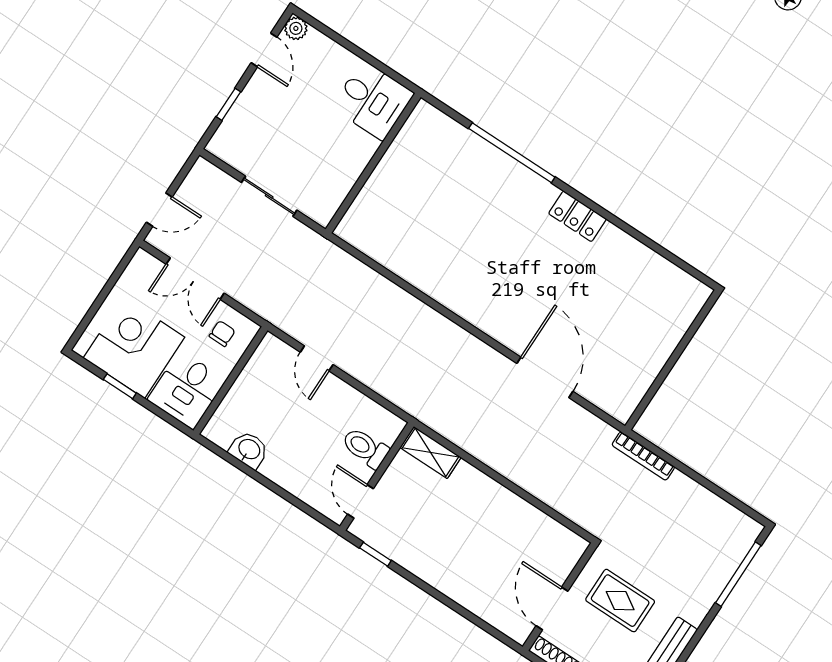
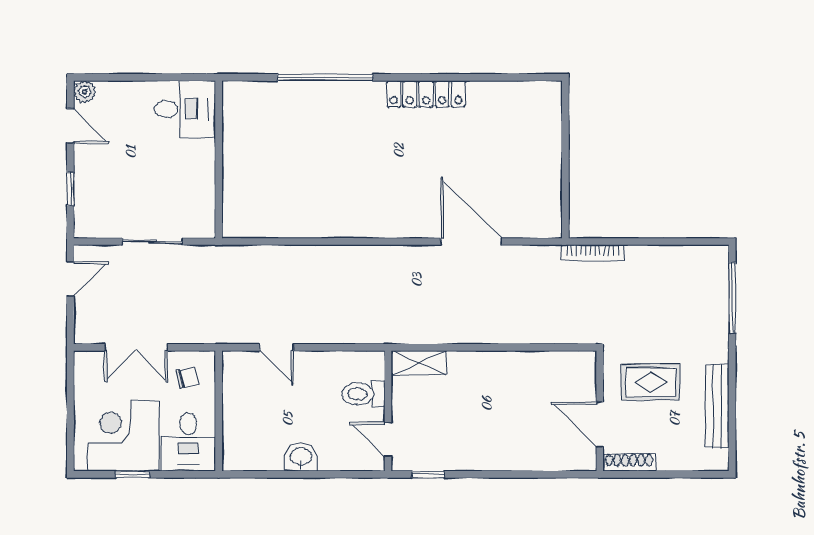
door: (159, 210) -> (70, 279), moved
locker: (577, 216) -> (426, 94), width x1.53
chair: (222, 334) -> (187, 377), turned 77
washbasin: (249, 450) -> (301, 457), moved

